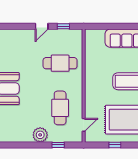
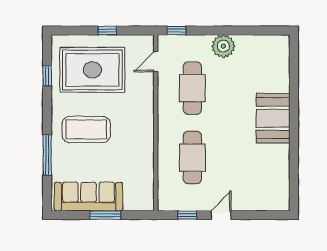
window: (116, 26) -> (105, 215), added
cafe table: (60, 63) -> (192, 158), turned 90
window: (58, 145) -> (177, 31), moved

